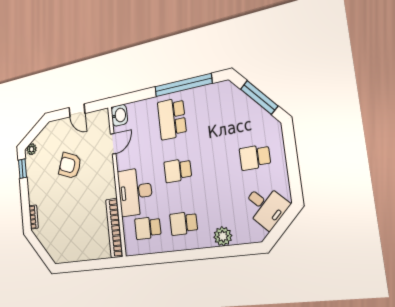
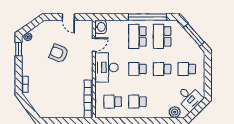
school desk: (209, 111) -> (162, 36), added
school desk: (215, 164) -> (162, 69), added
desk: (135, 192) -> (106, 67), moved
plant: (223, 236) -> (175, 112), moved

